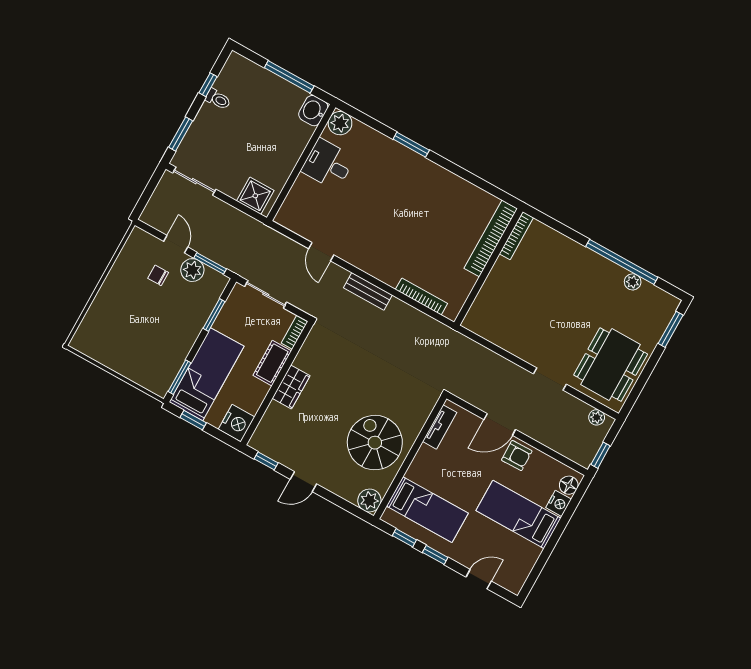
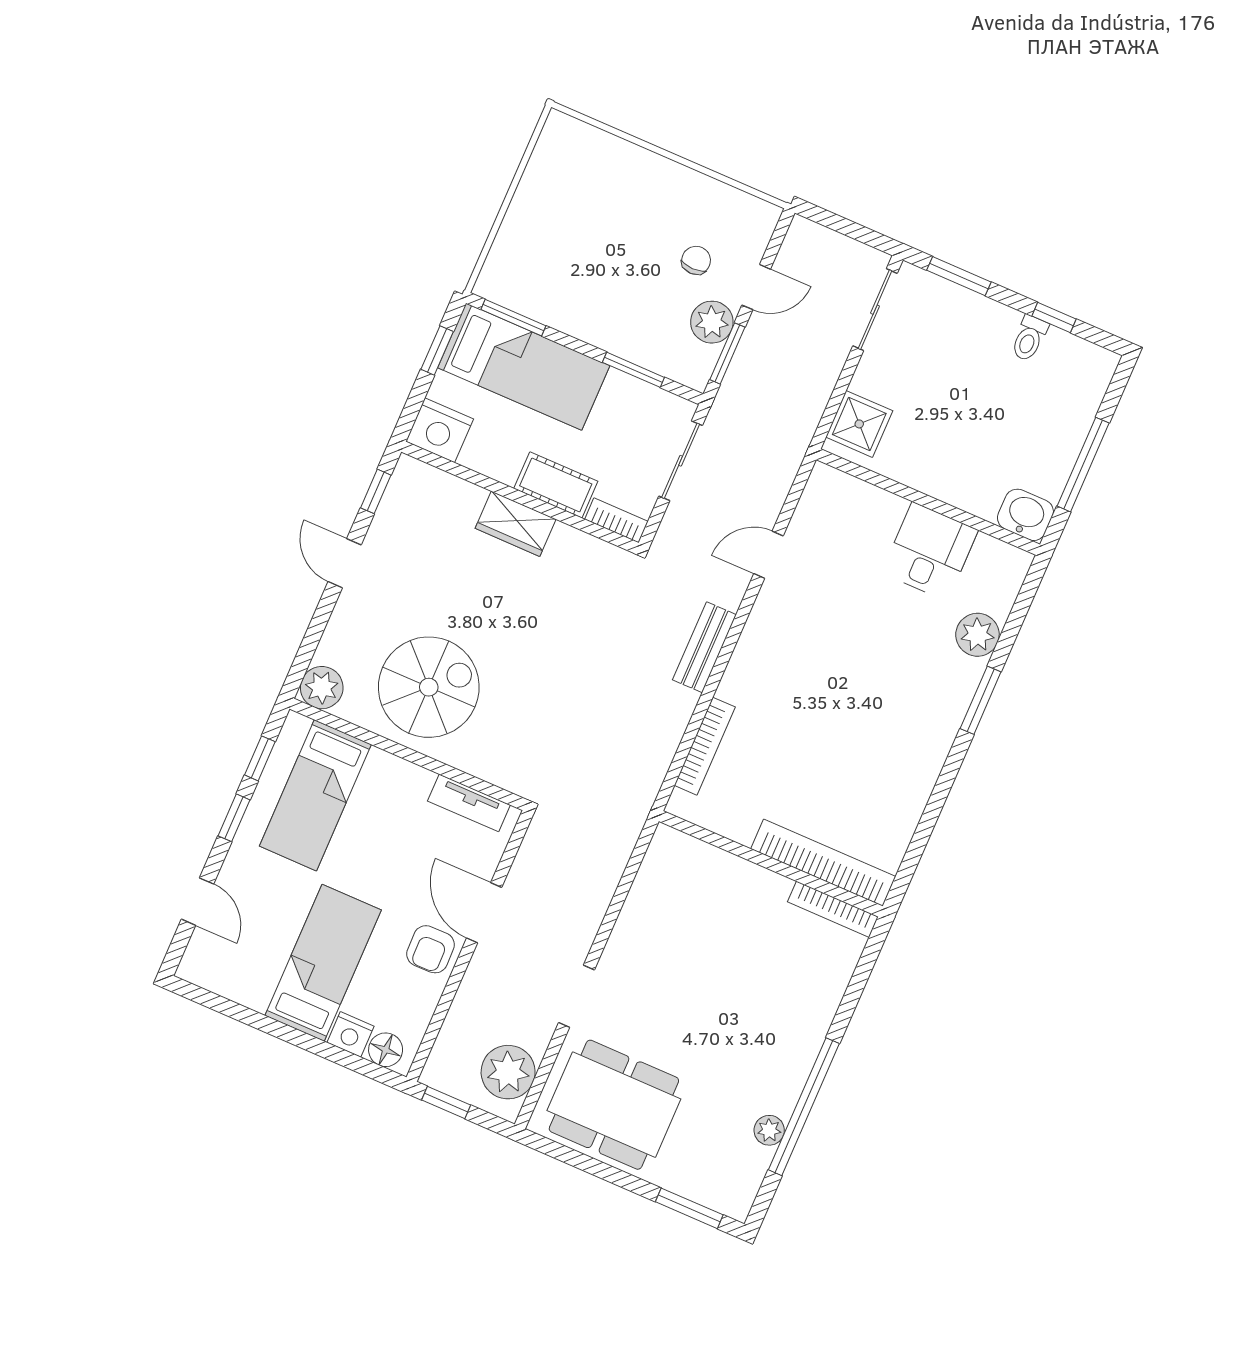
plant: (340, 123) -> (977, 635), moved
plant: (597, 417) -> (508, 1072), width x1.88, depth x1.88

